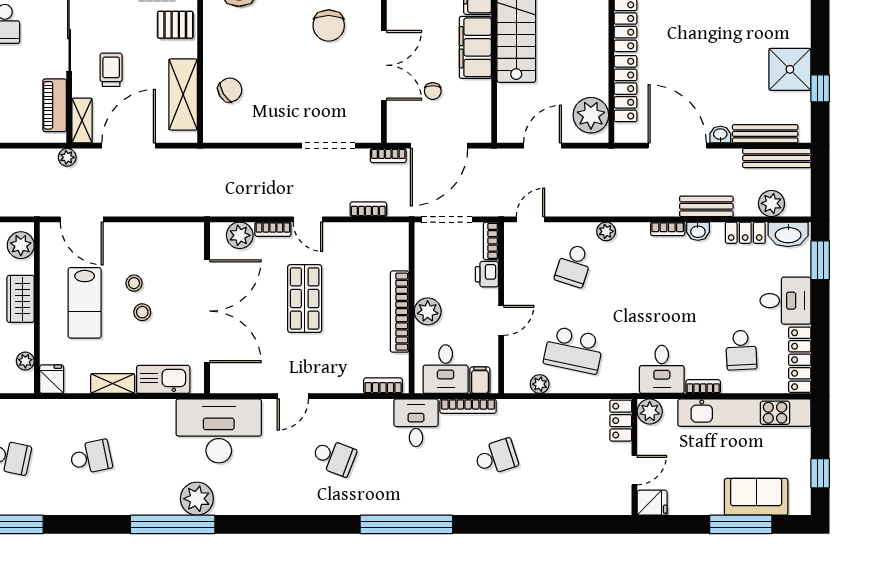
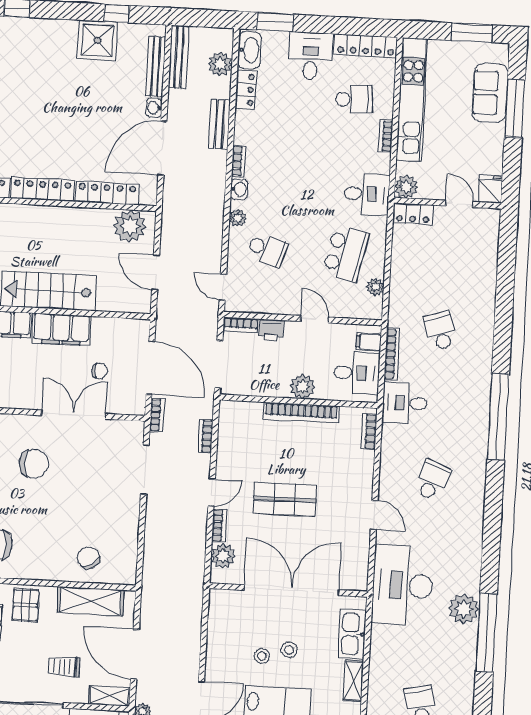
washbasin: (698, 231) -> (239, 189), moved
desk: (662, 369) -> (367, 194), moved
window: (820, 473) -> (472, 33), width x1.50

